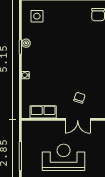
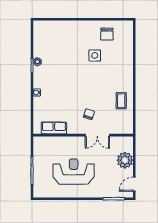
side table: (37, 16) -> (95, 55), moved
double door: (78, 119) -> (97, 135), moved

